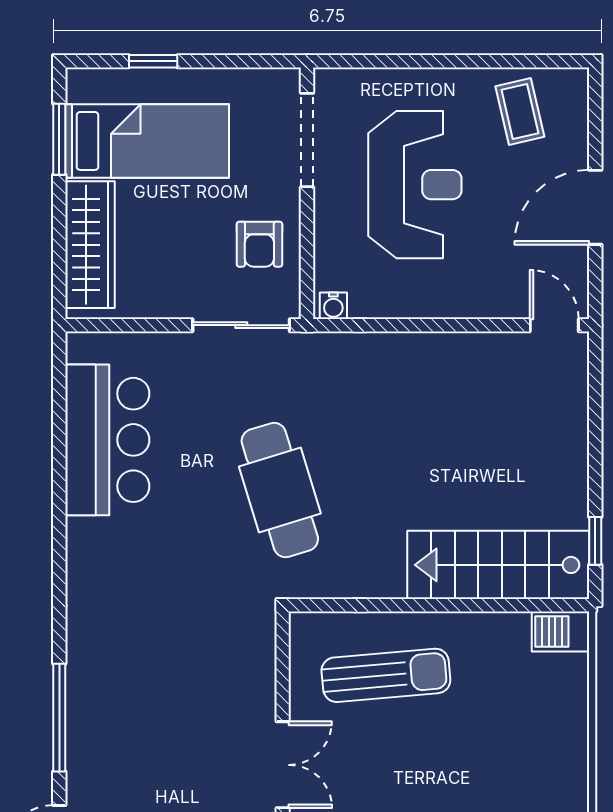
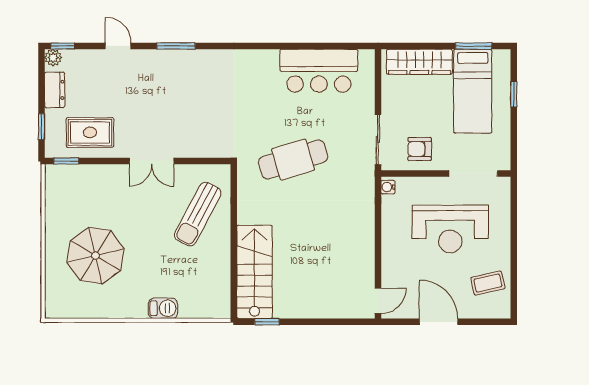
barbecue: (560, 632) -> (163, 308), moved, turned 90
sun lounger: (386, 675) -> (198, 214), turned 33
window: (59, 718) -> (176, 46), width x0.69

